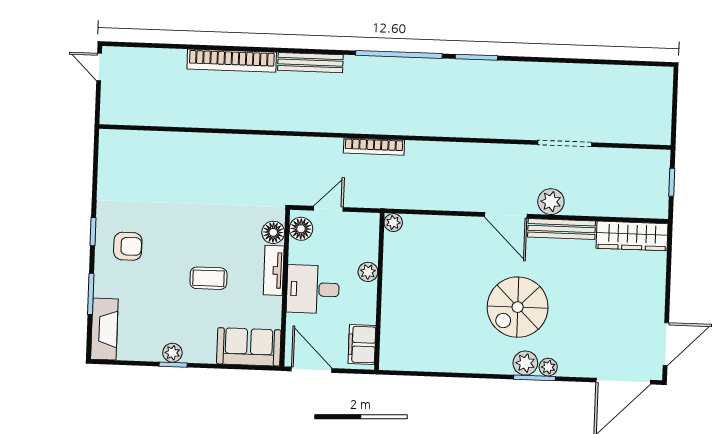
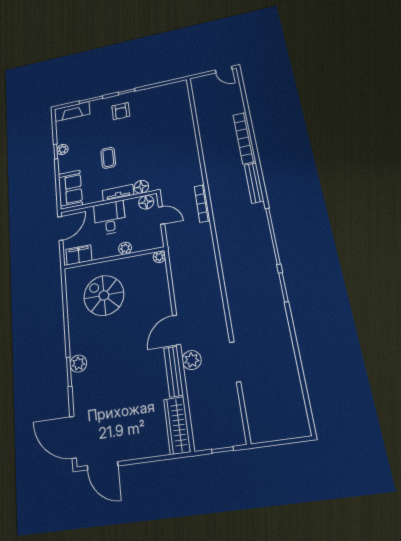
door: (99, 67) -> (224, 70), swing flipped
bookcase: (374, 147) -> (202, 204), moved
spiral stairs: (518, 307) -> (104, 295), moved
plant: (548, 367) -> (77, 380), removed

